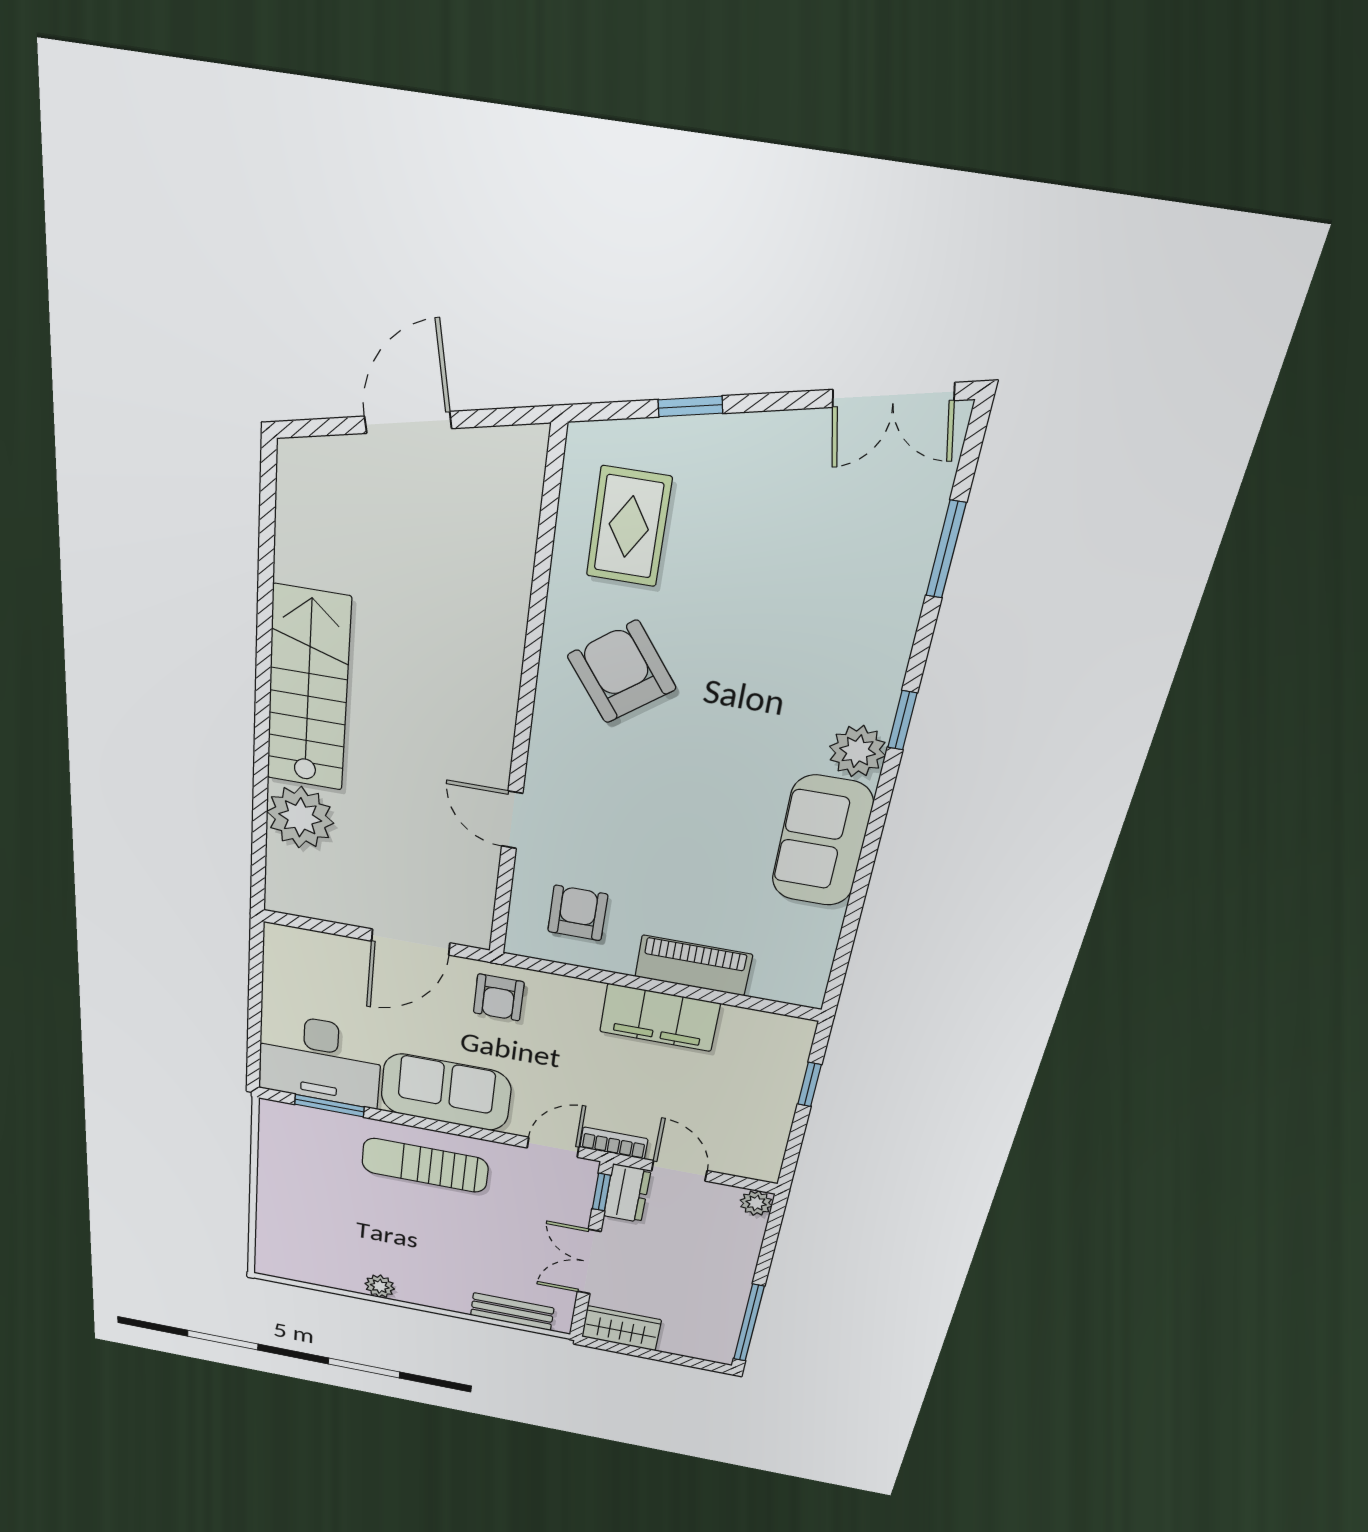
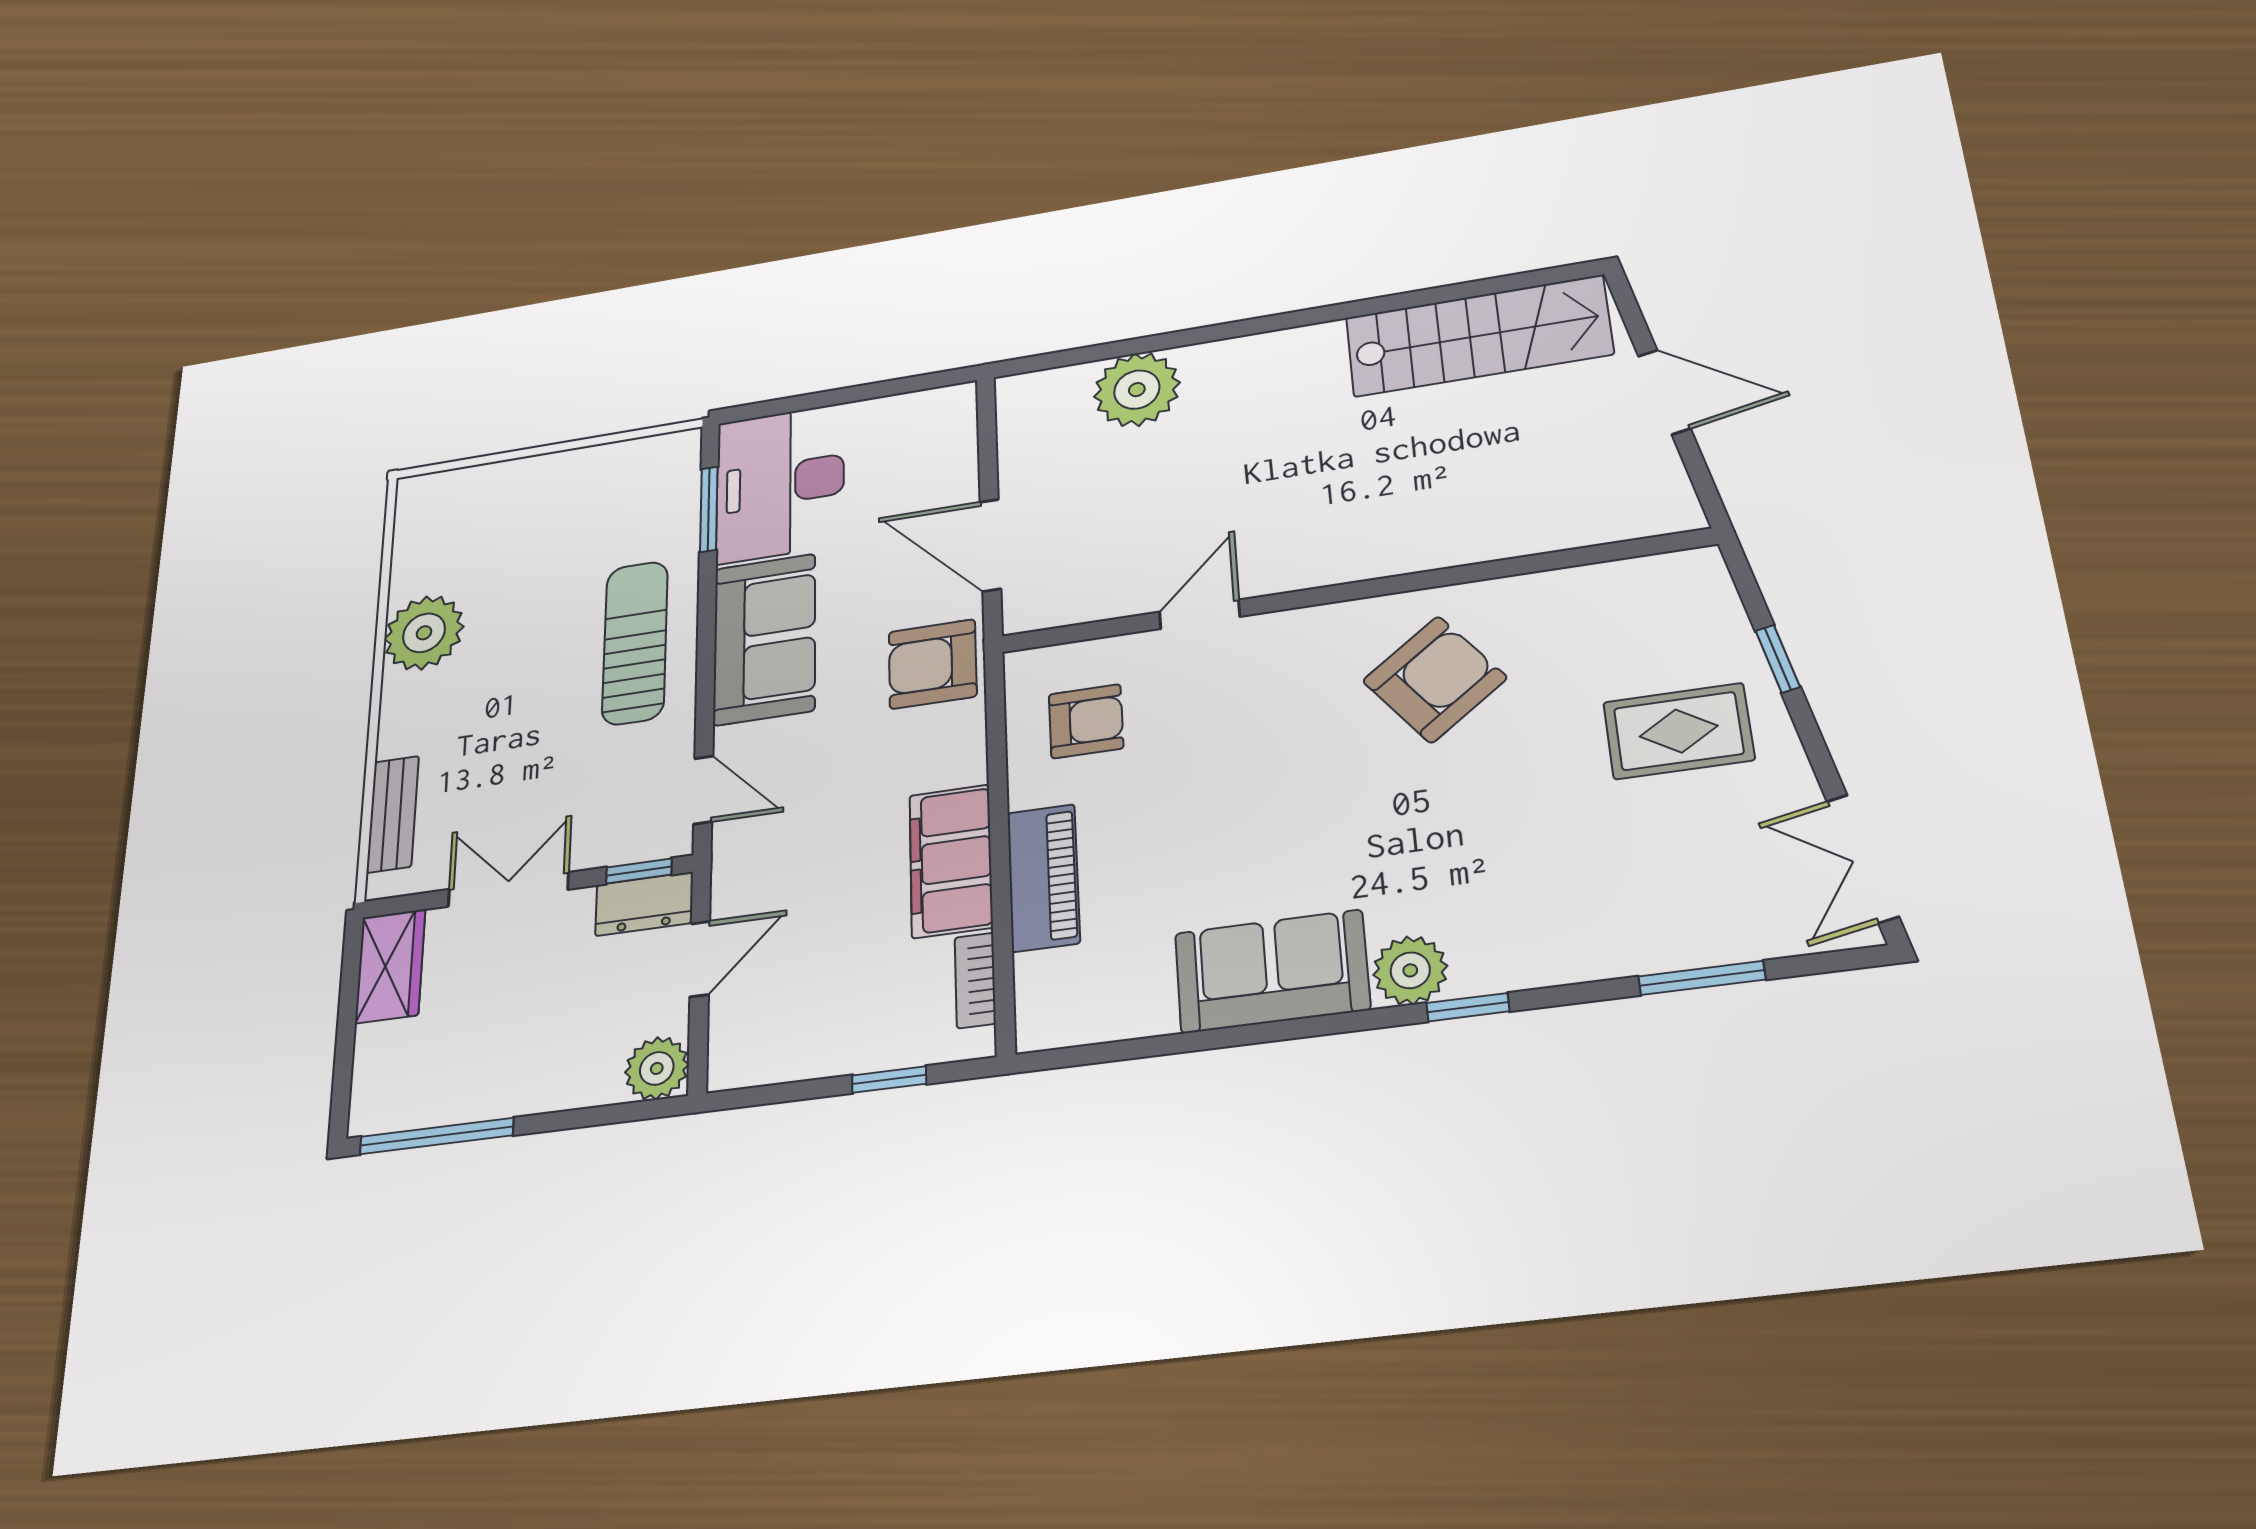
rug: (629, 527) -> (1679, 731), moved
stairs: (308, 690) -> (1478, 336), moved
armchair: (499, 997) -> (933, 664), width x1.38, depth x1.38
bookcase: (614, 1143) -> (975, 980), moved, turned 180
plant: (756, 1203) -> (657, 1068), width x1.38, depth x1.38
plant: (380, 1286) -> (424, 633), width x1.87, depth x1.87

